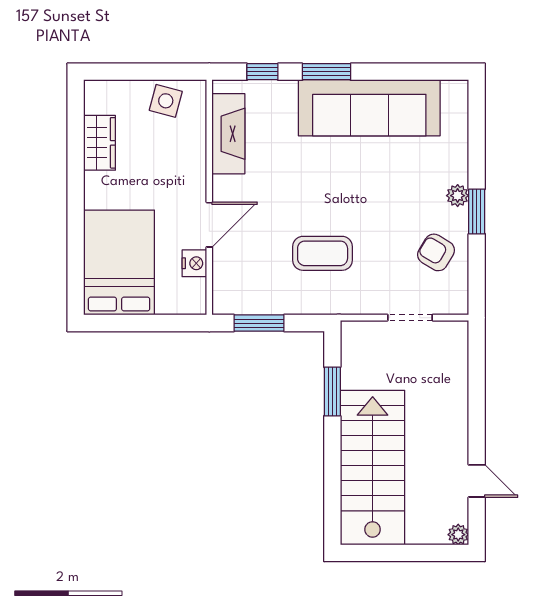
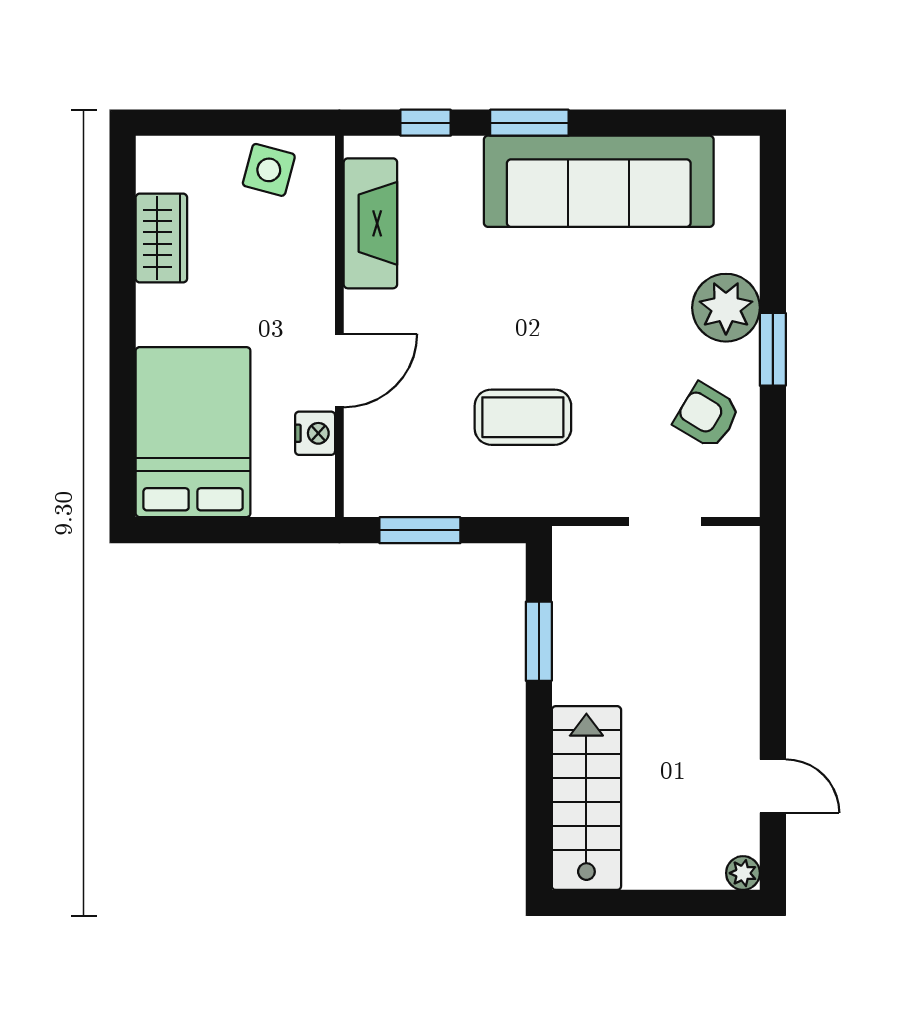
plant: (458, 196) -> (726, 308), width x1.88, depth x1.88
stairs: (373, 468) -> (586, 798), width x0.73, depth x0.66

